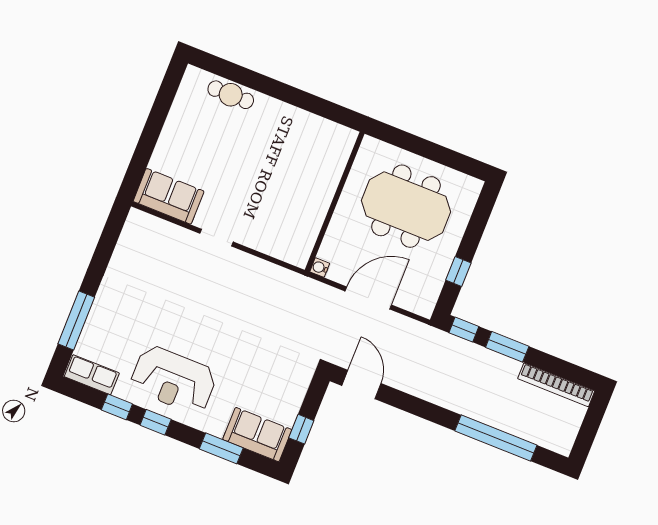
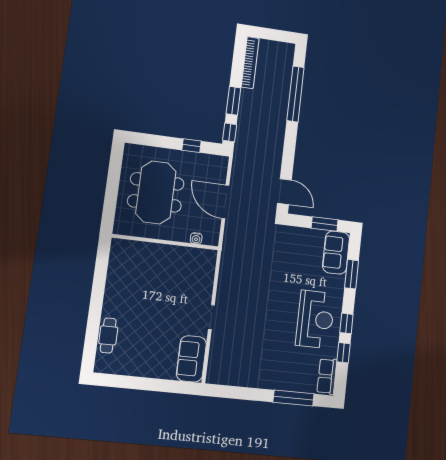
water cooler: (320, 268) -> (196, 238), moved
door: (361, 384) -> (284, 192), swing flipped
window: (301, 429) -> (325, 224), width x1.50

